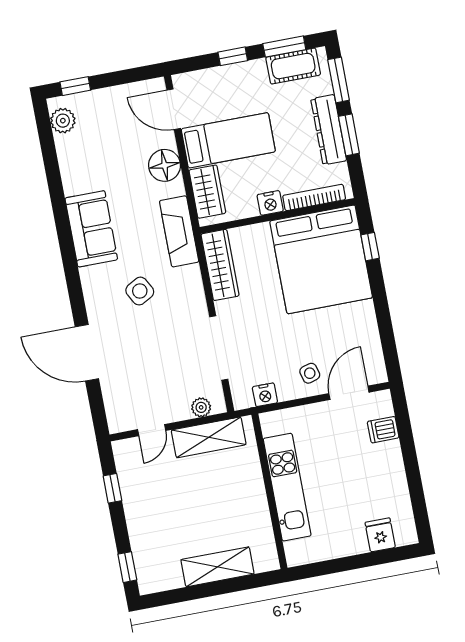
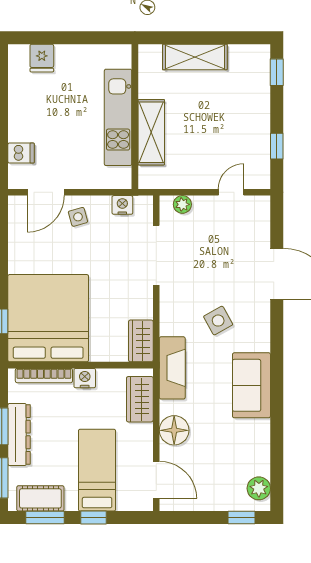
bed: (228, 140) -> (97, 470), moved, turned 90
wardrobe: (220, 265) -> (141, 341), width x0.67
shelving: (209, 437) -> (151, 132), moved, turned 90

